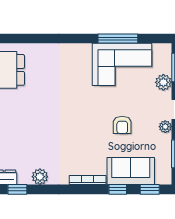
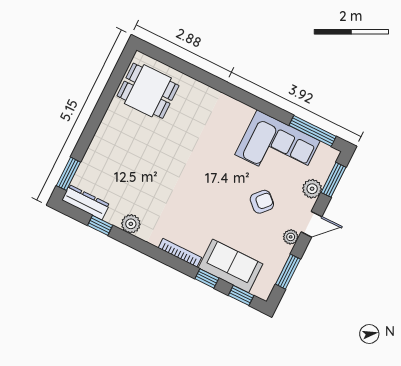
window: (118, 39) -> (313, 131), moved
armchair: (122, 125) -> (262, 202), moved, turned -137

